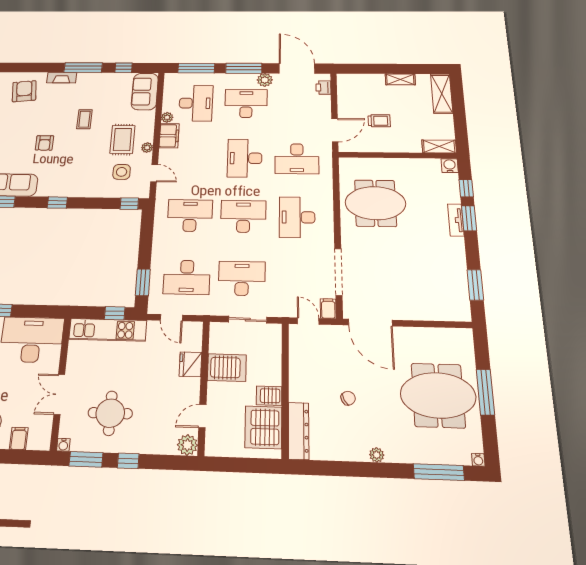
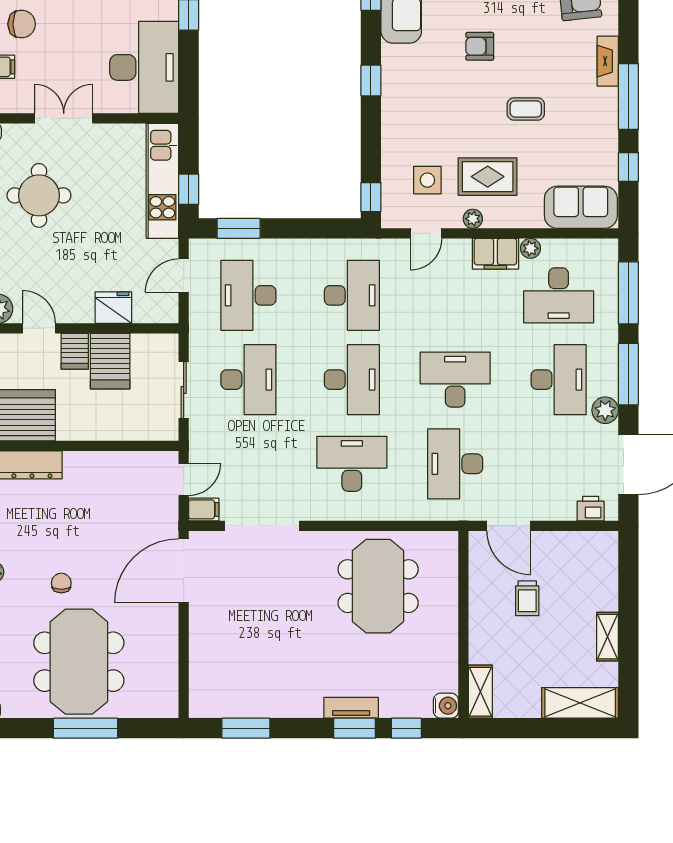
server rack: (269, 396) -> (75, 351), moved, turned 180
chair: (348, 398) -> (61, 583), moved, turned -152

